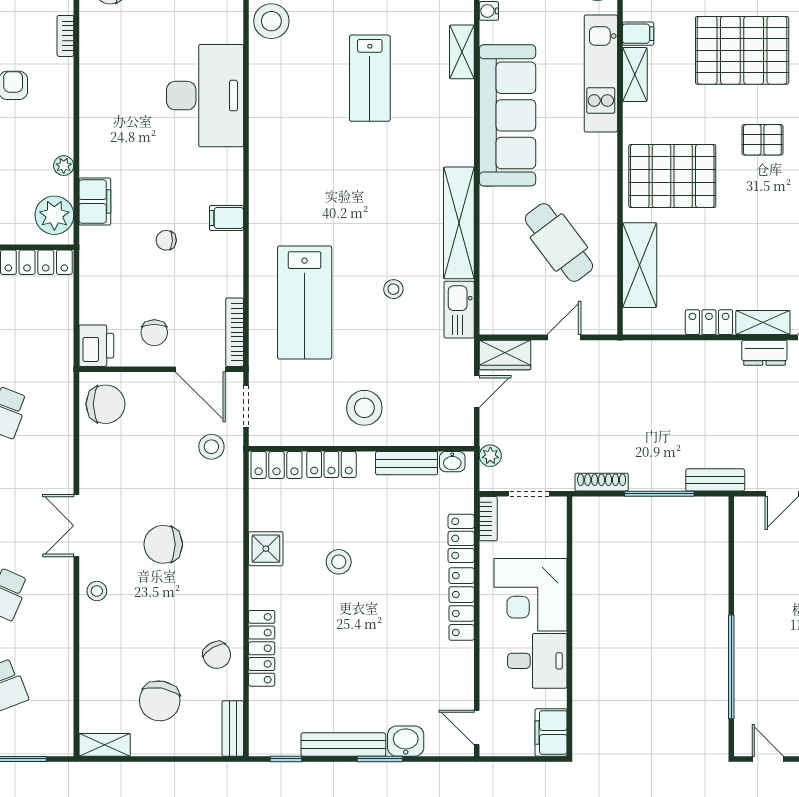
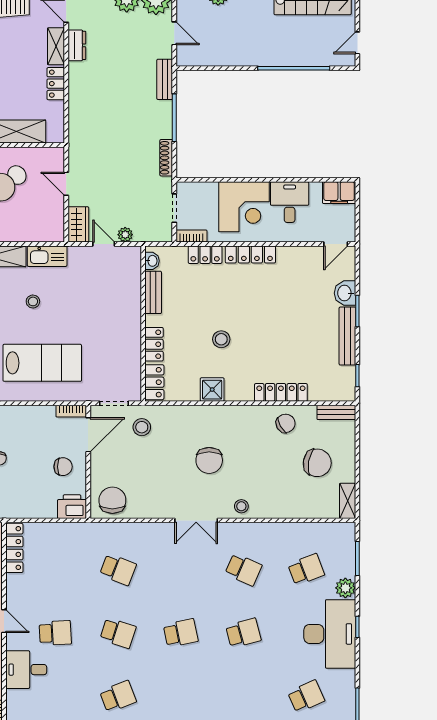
bookcase: (235, 332) -> (71, 411), width x0.64
stool: (364, 408) -> (115, 322), removed
plant: (490, 456) -> (125, 235), moved

